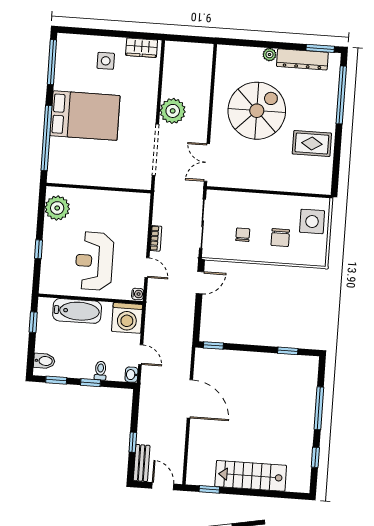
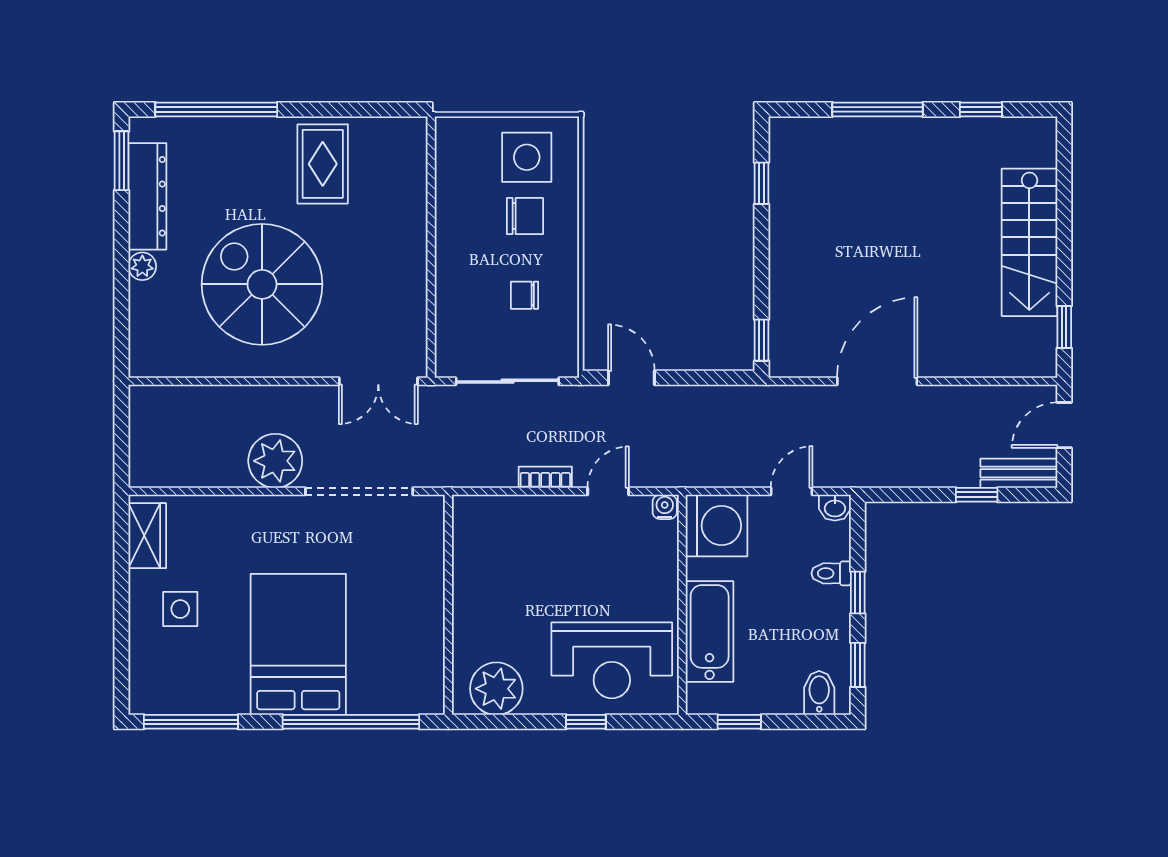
side table: (312, 221) -> (527, 157), moved
reception desk: (94, 261) -> (612, 660), moved

